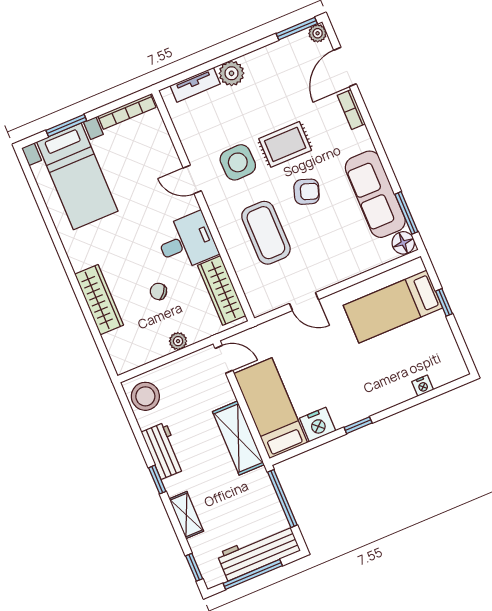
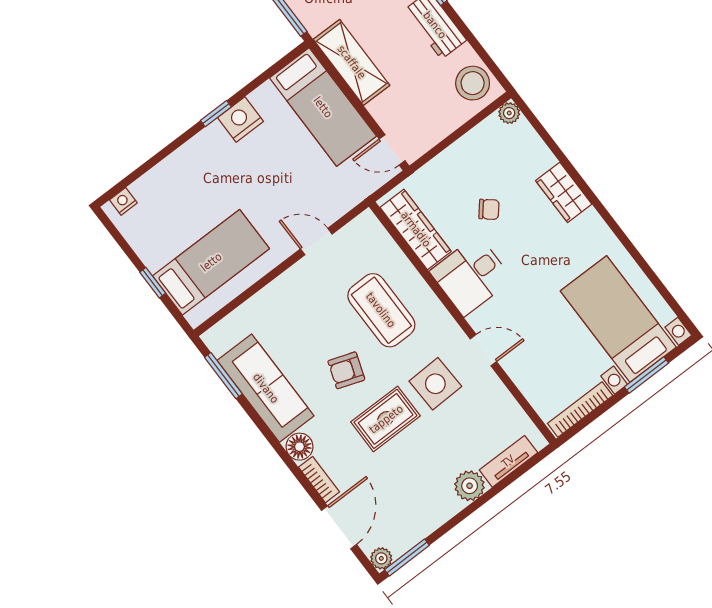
floor lamp: (403, 243) -> (300, 447), moved
wardrobe: (99, 300) -> (564, 192), width x0.67
plant: (178, 341) -> (509, 113), moved
nightstand: (423, 386) -> (123, 201), moved
nightstand: (318, 425) -> (240, 119), moved

